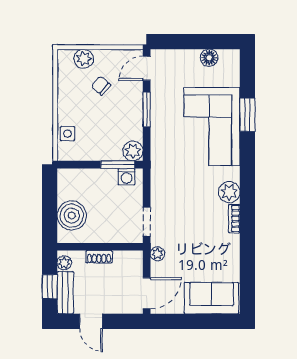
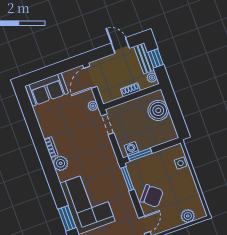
chair: (101, 86) -> (152, 196), moved, width x1.87, depth x1.87
window: (147, 110) -> (127, 179), moved
plant: (133, 151) -> (133, 167), removed

